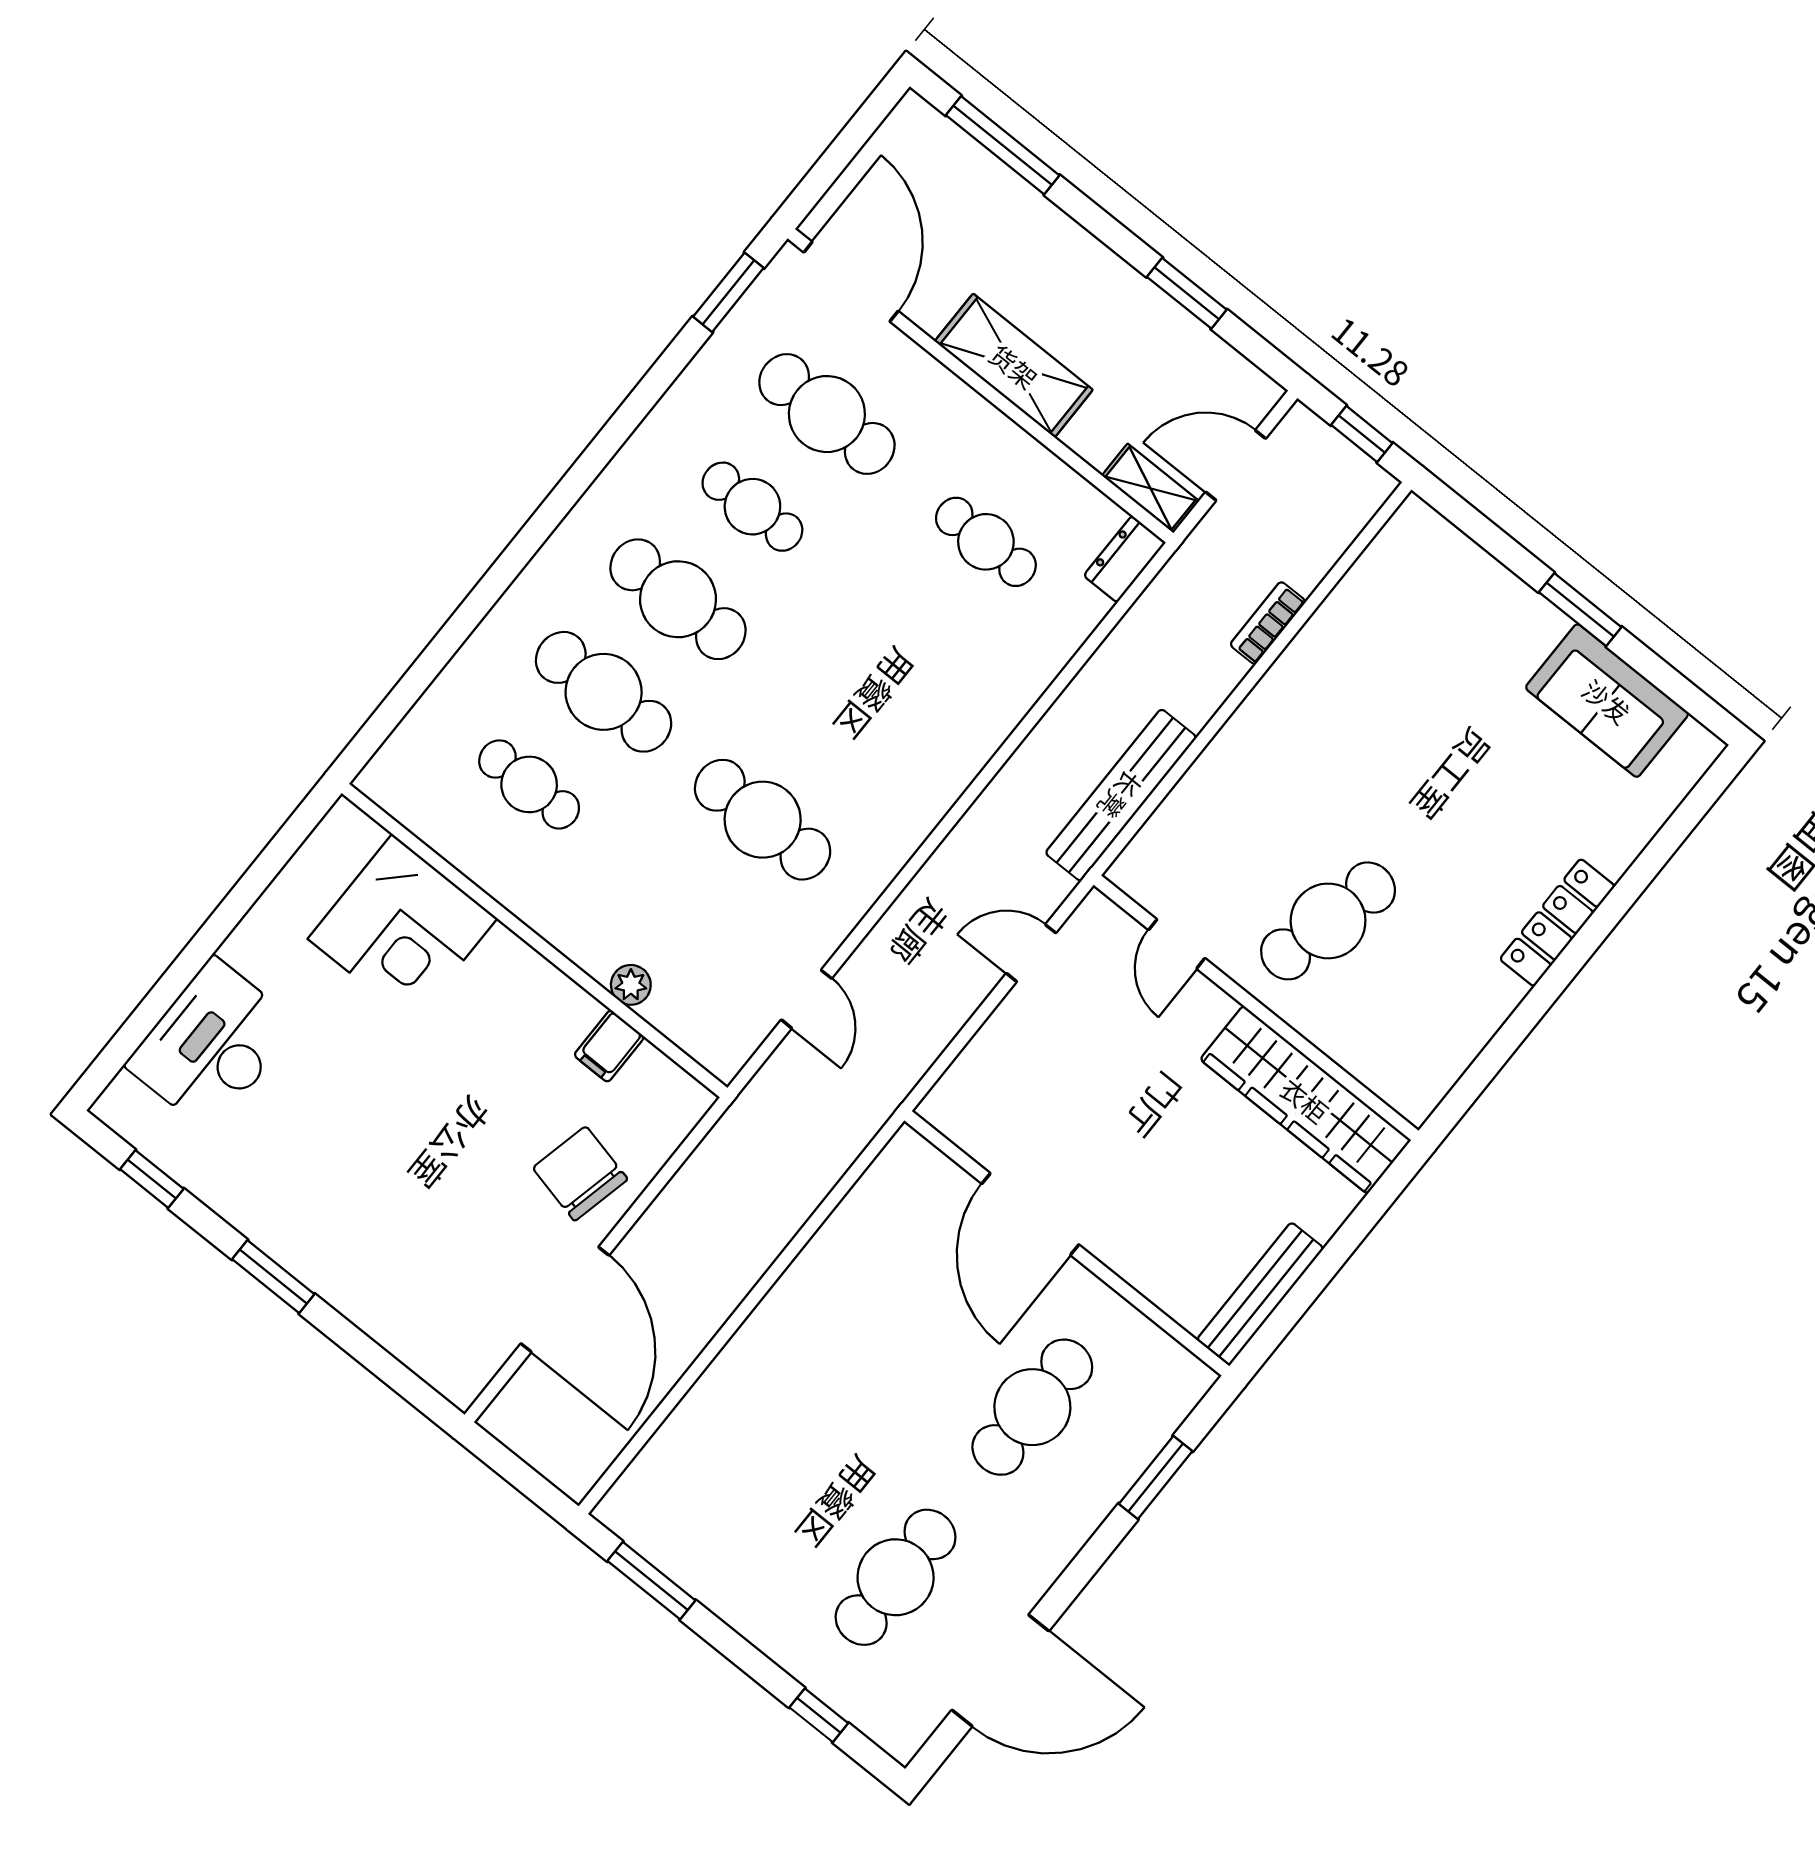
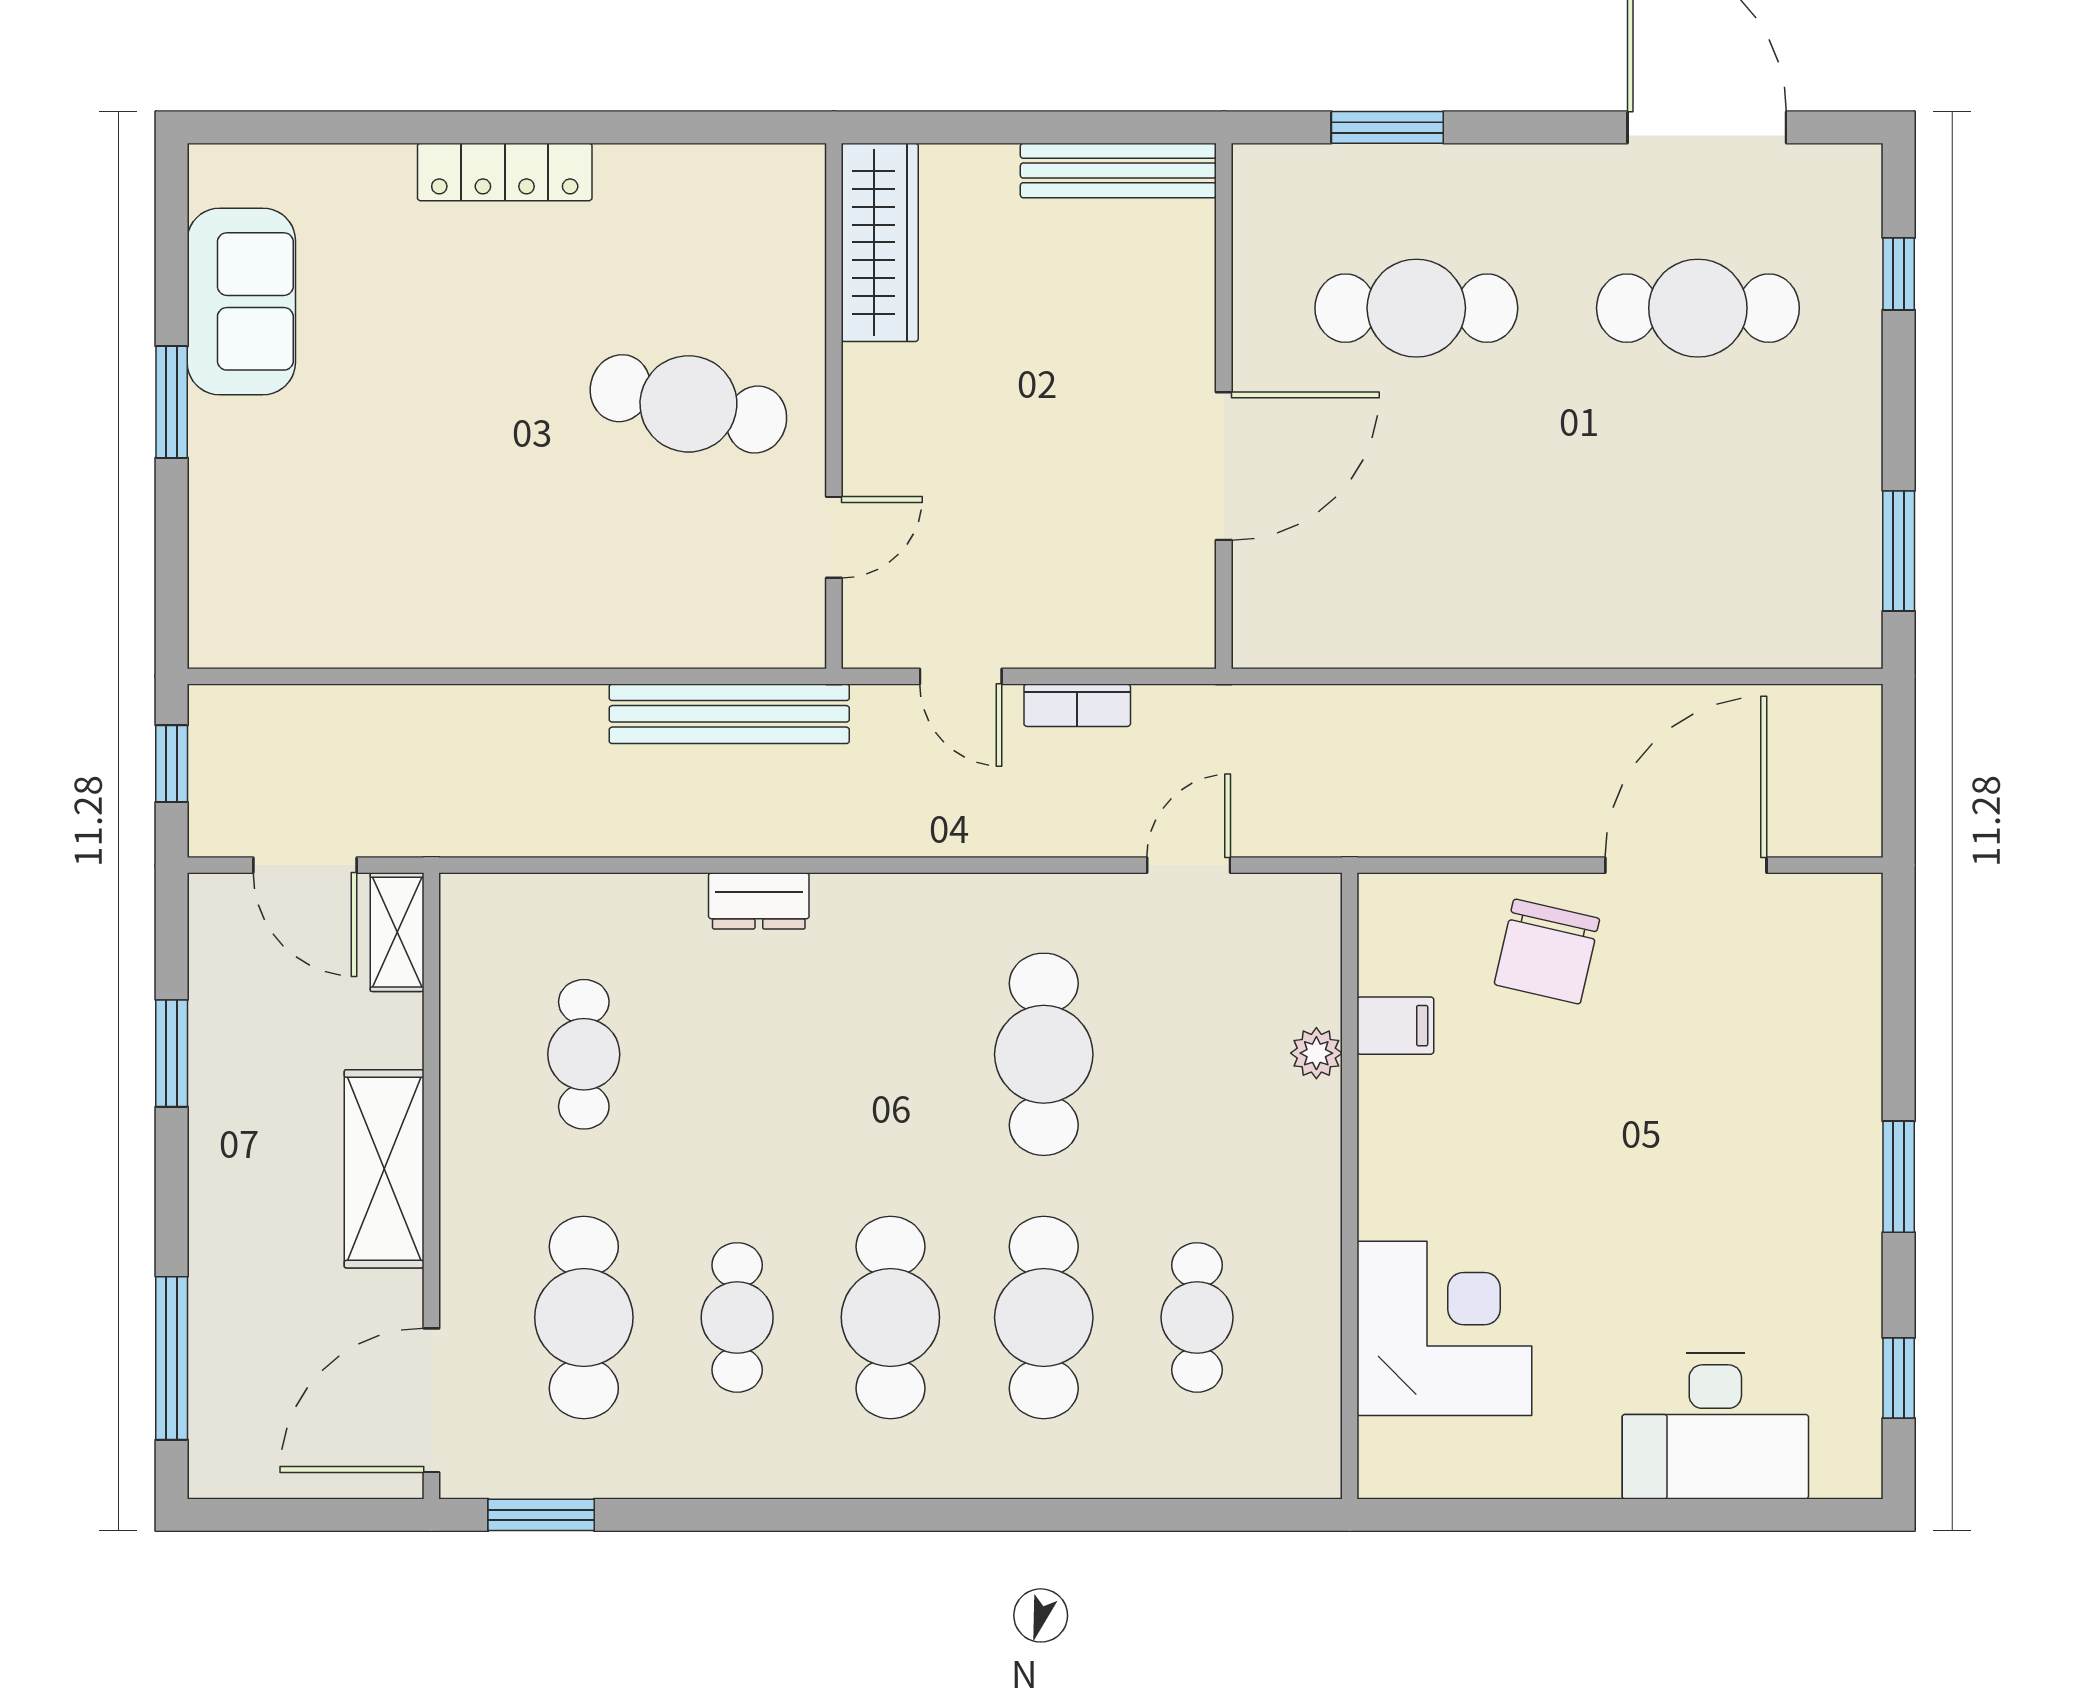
dresser: (1125, 559) -> (759, 901), moved
bookcase: (1268, 623) -> (1077, 705), moved
wardrobe: (1305, 1100) -> (880, 242), width x0.71, depth x0.85

